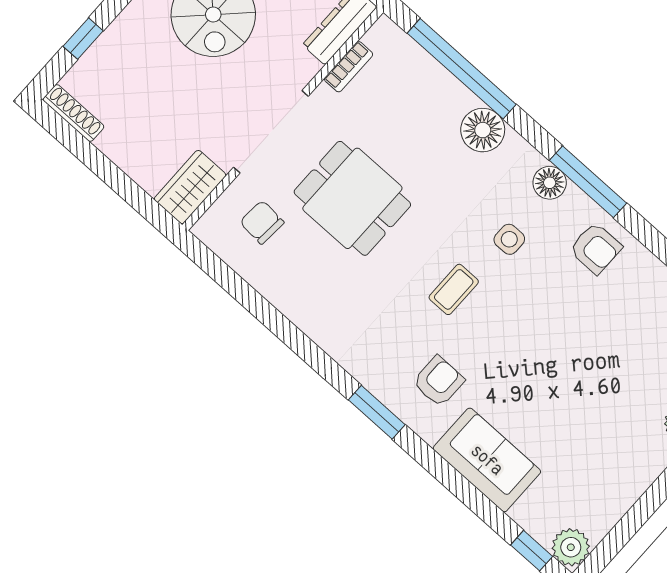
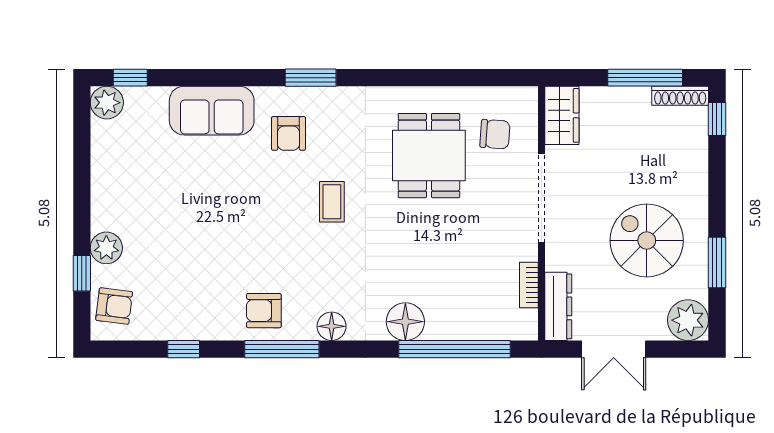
window: (83, 39) -> (717, 119), moved
window: (90, 156) -> (645, 78), added
window: (588, 182) -> (282, 349), moved
dining table: (352, 198) -> (429, 156), moved, turned 90
side table: (509, 239) -> (325, 266), removed

